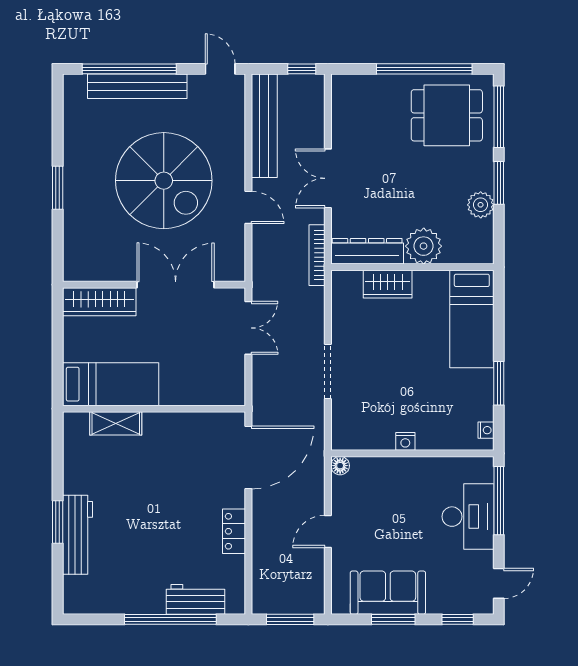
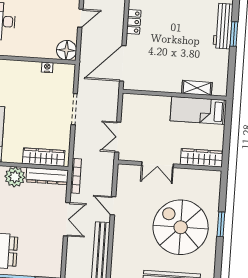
spiral stairs: (164, 181) -> (181, 227), moved
wardrobe: (388, 284) -> (44, 157), width x1.50
double door: (176, 285) -> (158, 165), width x0.73
nightstand: (405, 441) -> (47, 67), moved
floor lamp: (340, 466) -> (67, 50), width x1.89, depth x1.89

